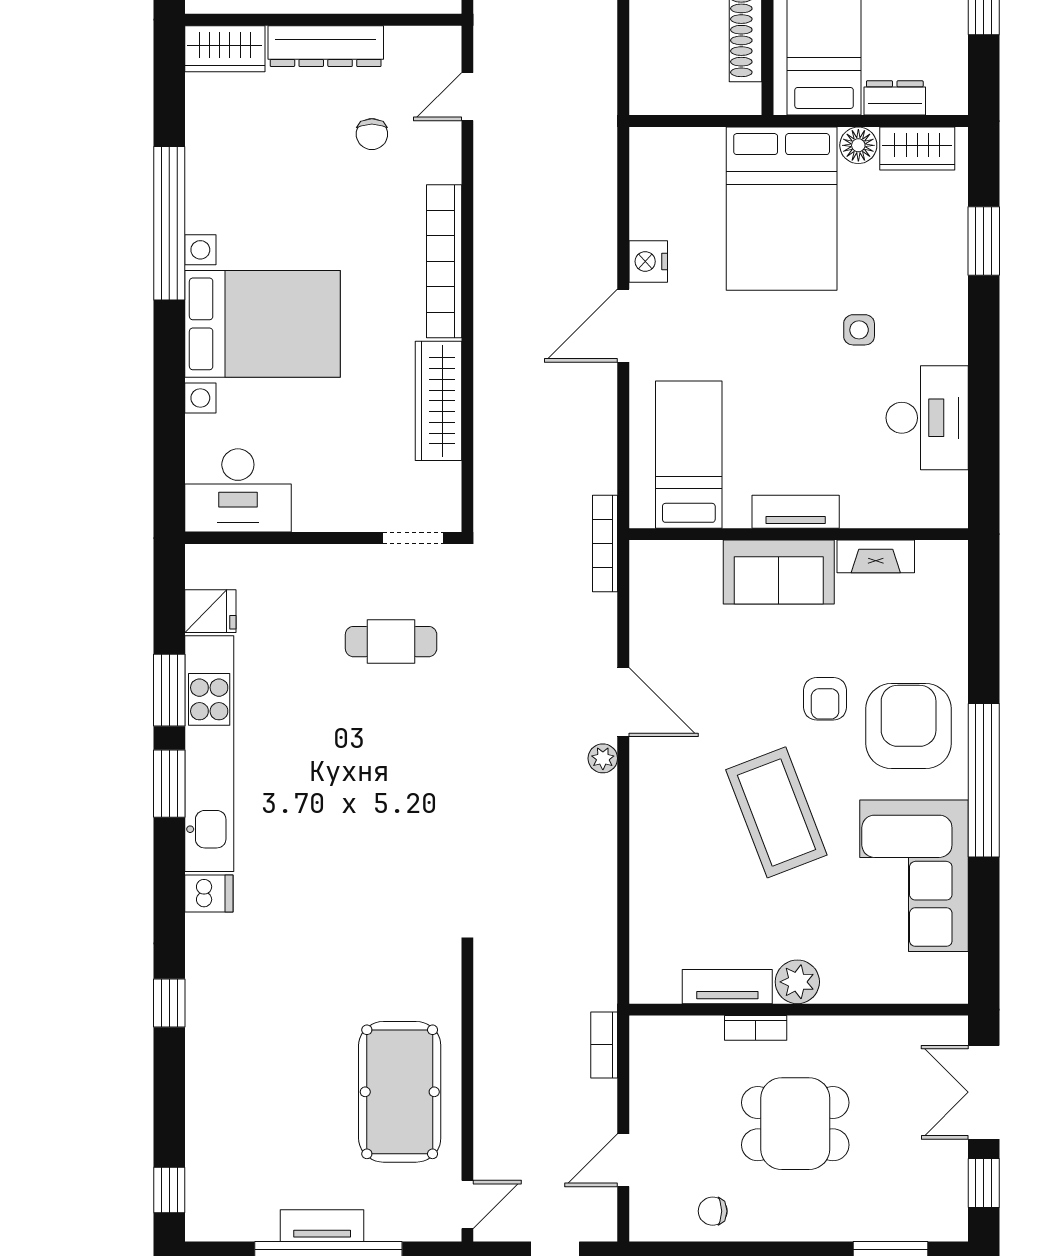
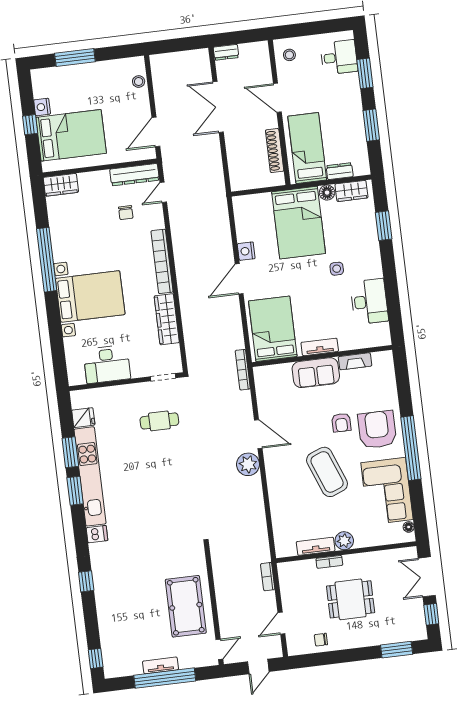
dresser: (326, 46) -> (135, 175), moved
bed: (689, 455) -> (273, 329), width x1.50
desk: (238, 490) -> (107, 364), moved
plant: (603, 758) -> (248, 464), width x1.87, depth x1.87
floor lamp: (955, 968) -> (409, 527), added

